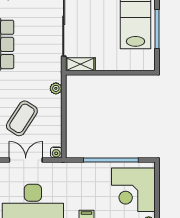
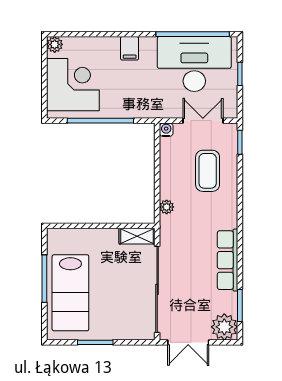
coffee table: (22, 118) -> (208, 171), turned -33
double door: (26, 160) -> (203, 121), swing flipped

